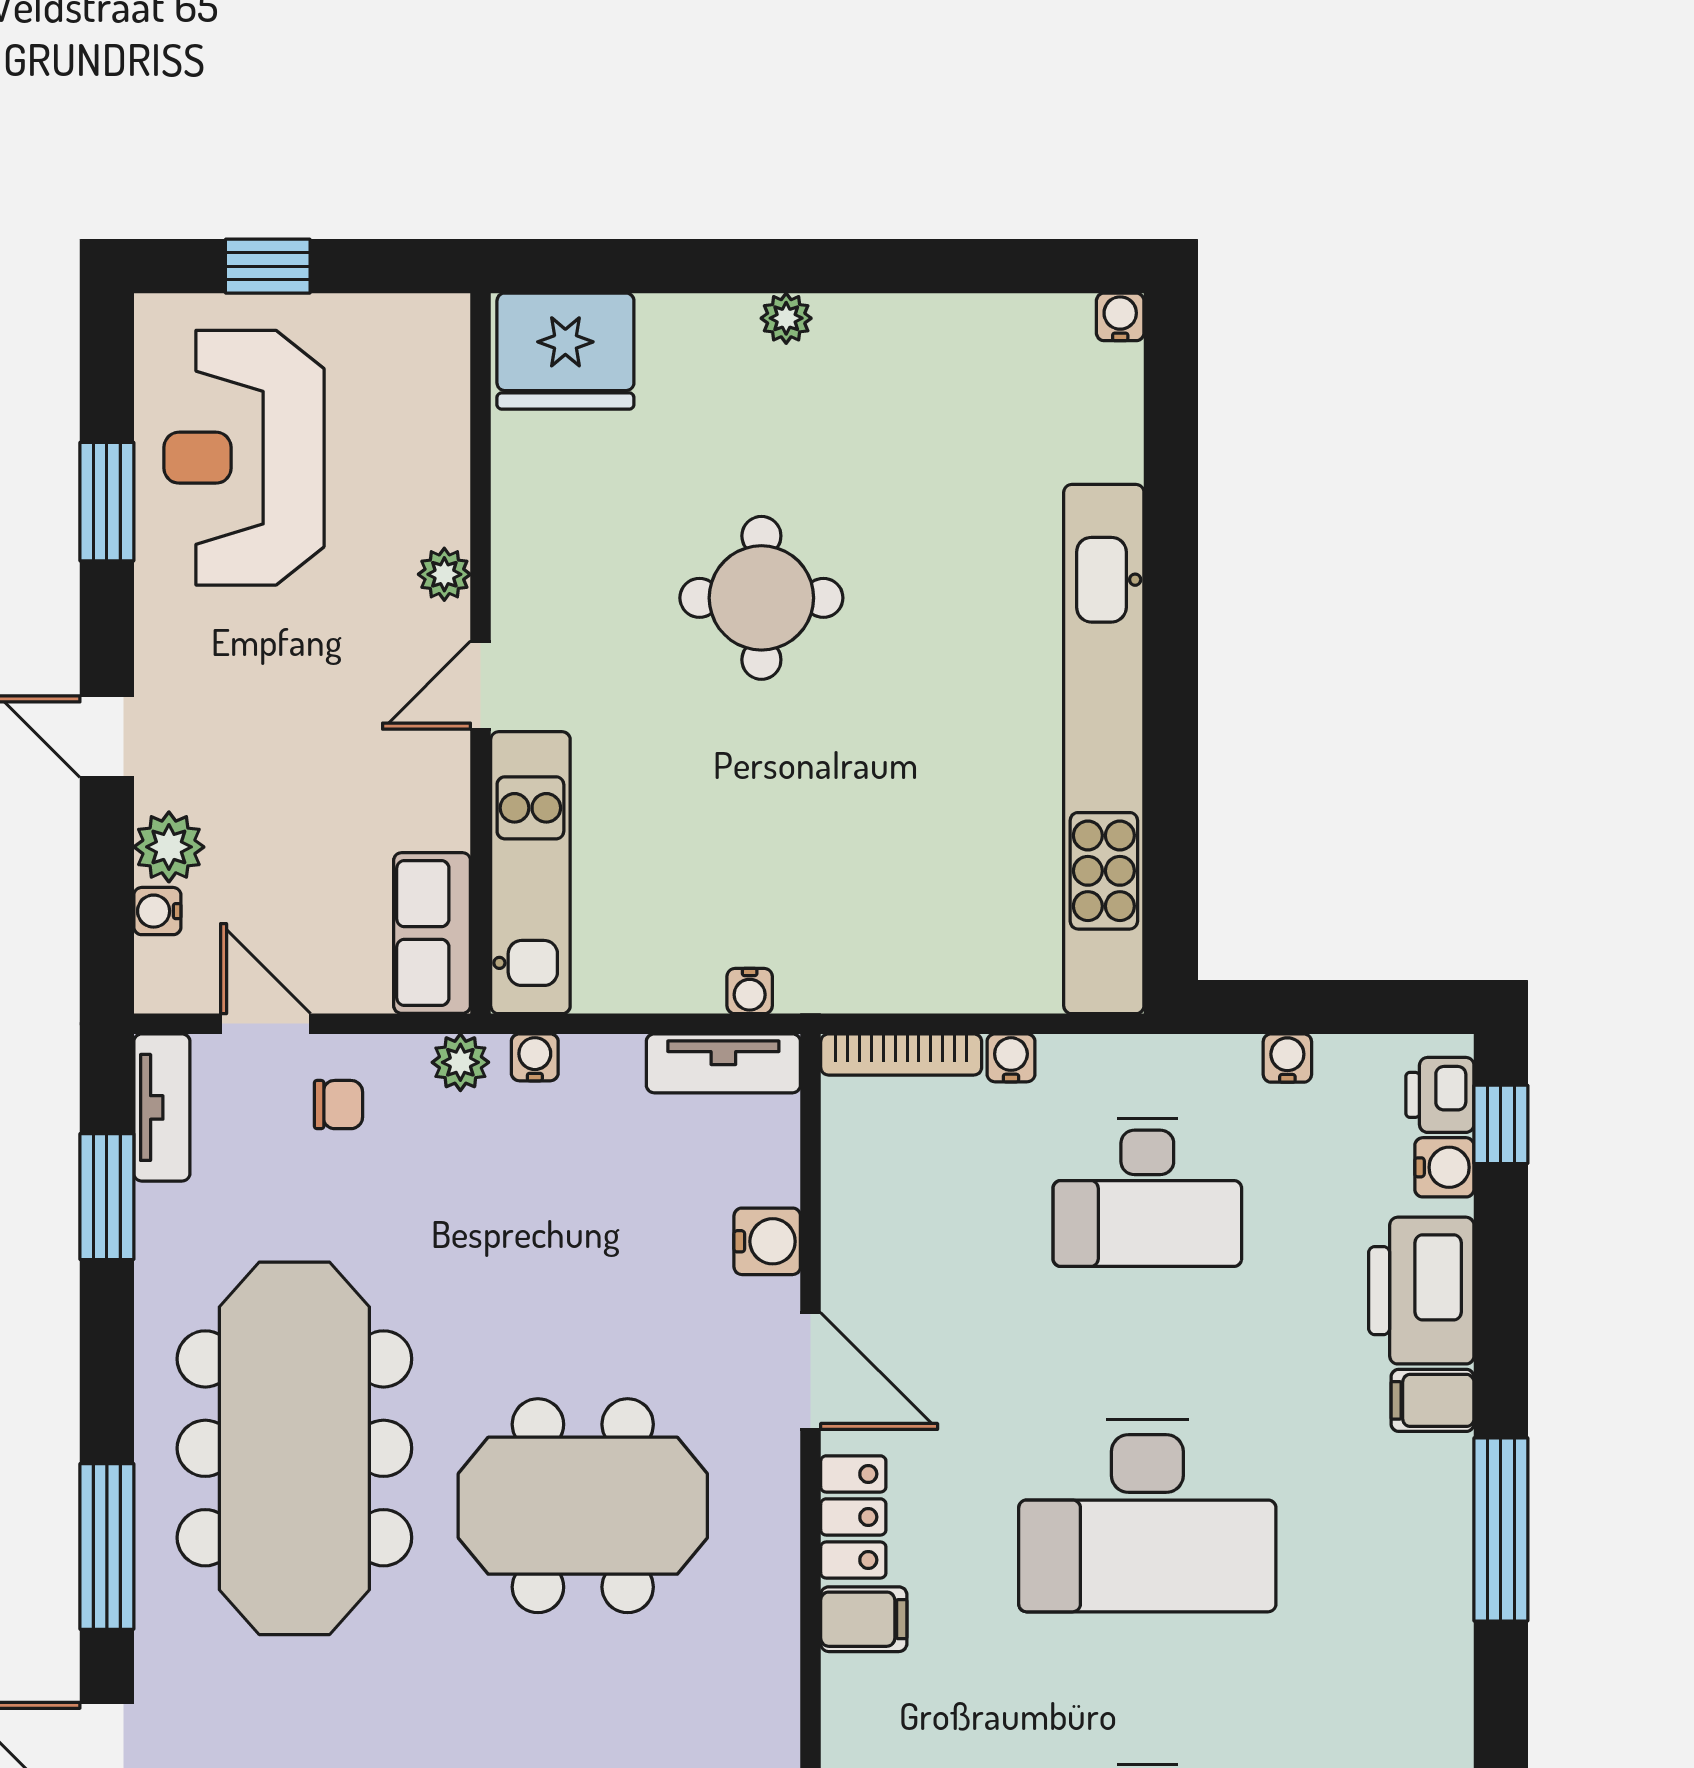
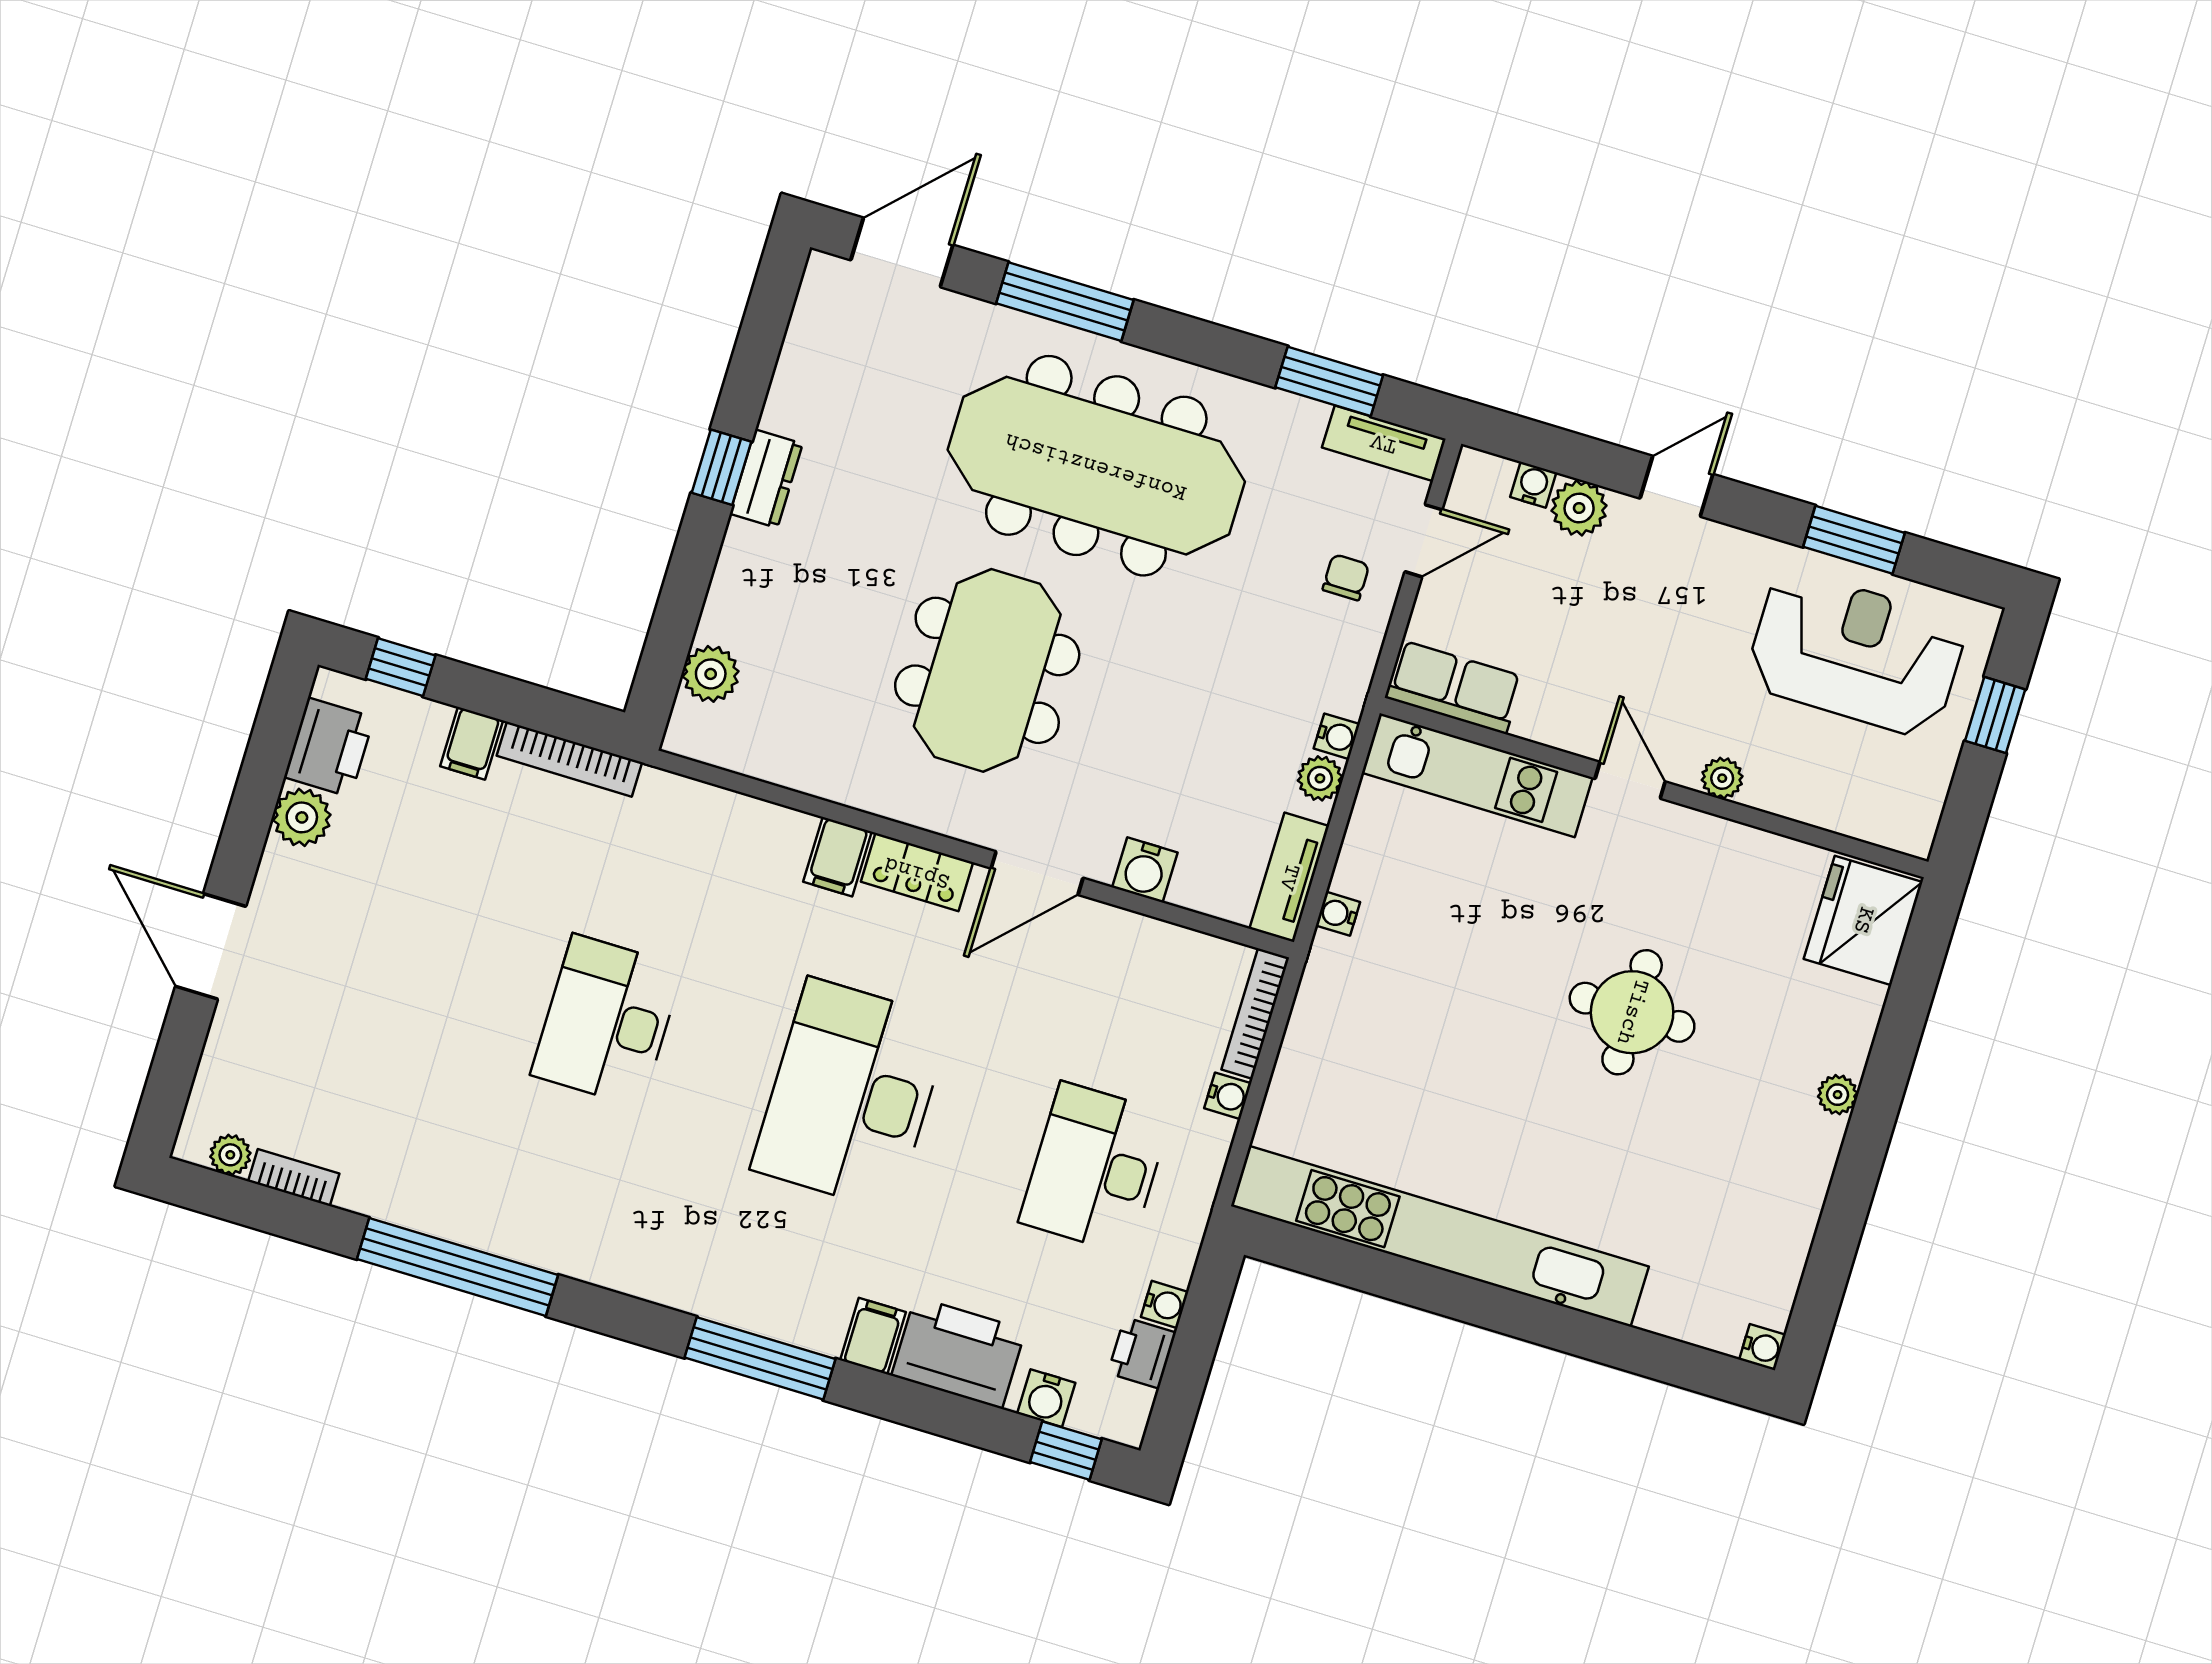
plant: (460, 1062) -> (1320, 778), moved
printer: (1440, 1095) -> (1142, 1353), moved, turned -90
chair: (338, 1105) -> (1346, 577), turned 180

